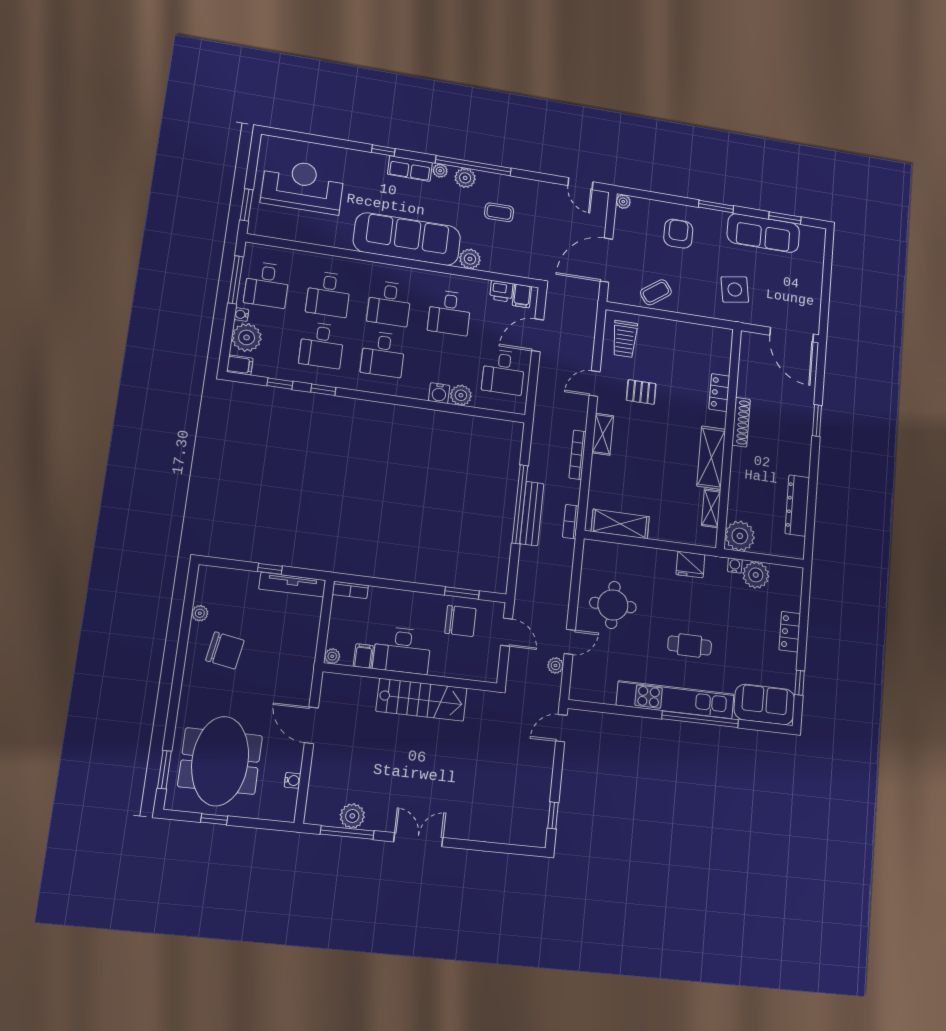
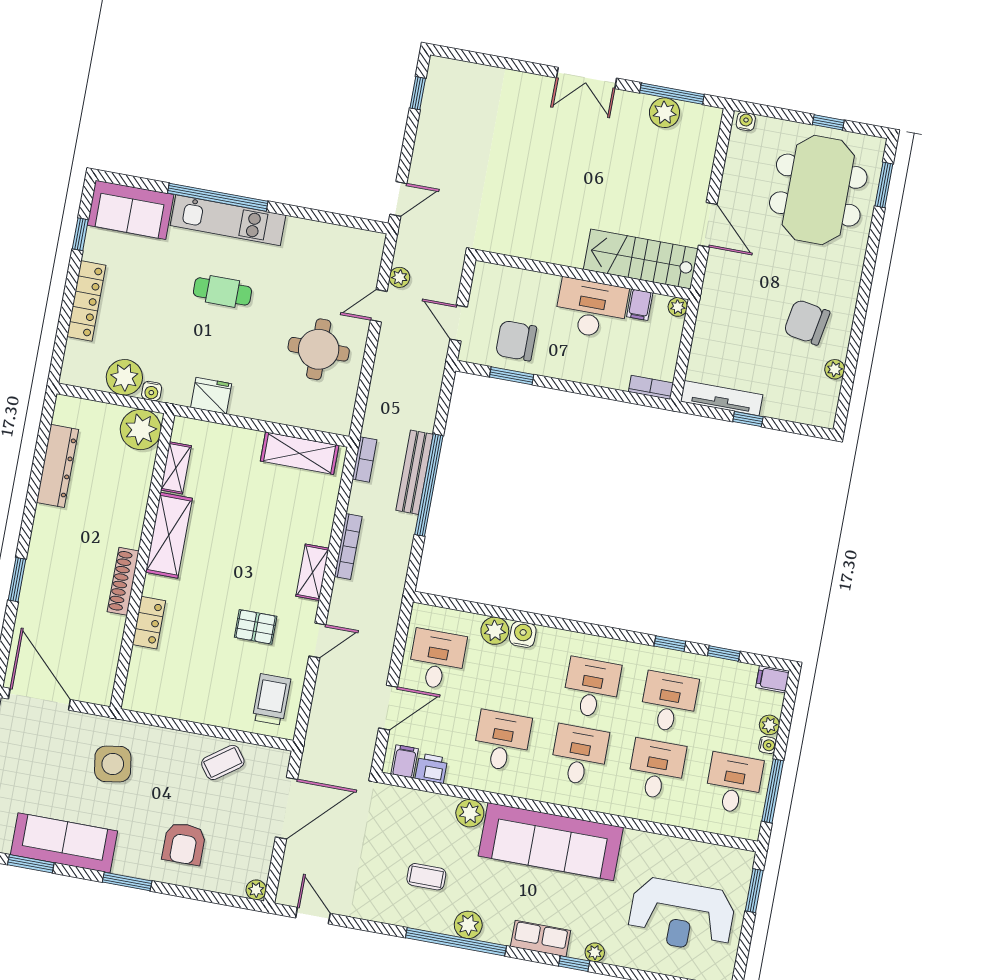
plant: (440, 171) -> (595, 952), moved
plant: (247, 337) -> (769, 725), width x0.53, depth x0.53
locker: (790, 632) -> (86, 301), width x1.53
stairs: (422, 700) -> (641, 259), moved
kitchen unit: (675, 700) -> (228, 220), width x0.73
water cooler: (293, 780) -> (746, 121), moved, turned 90

